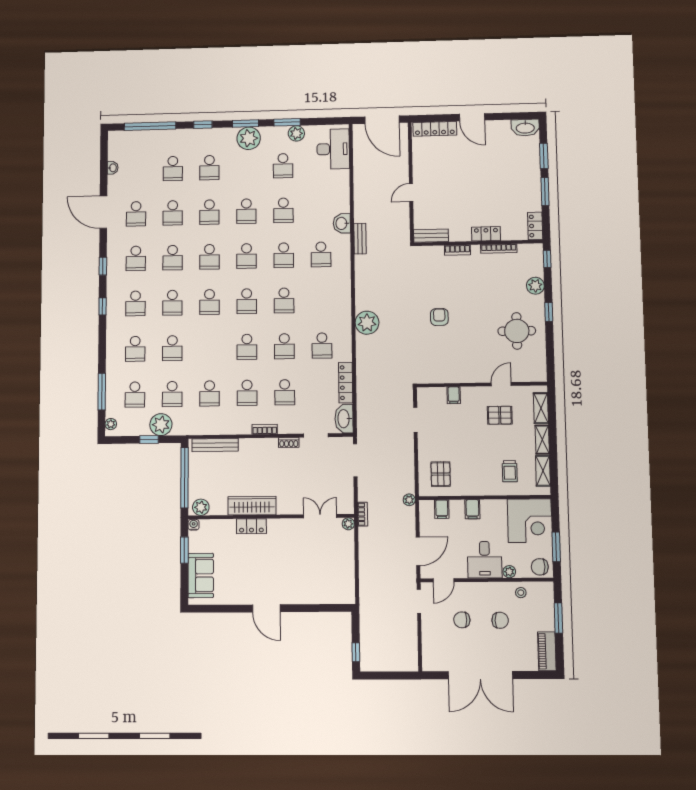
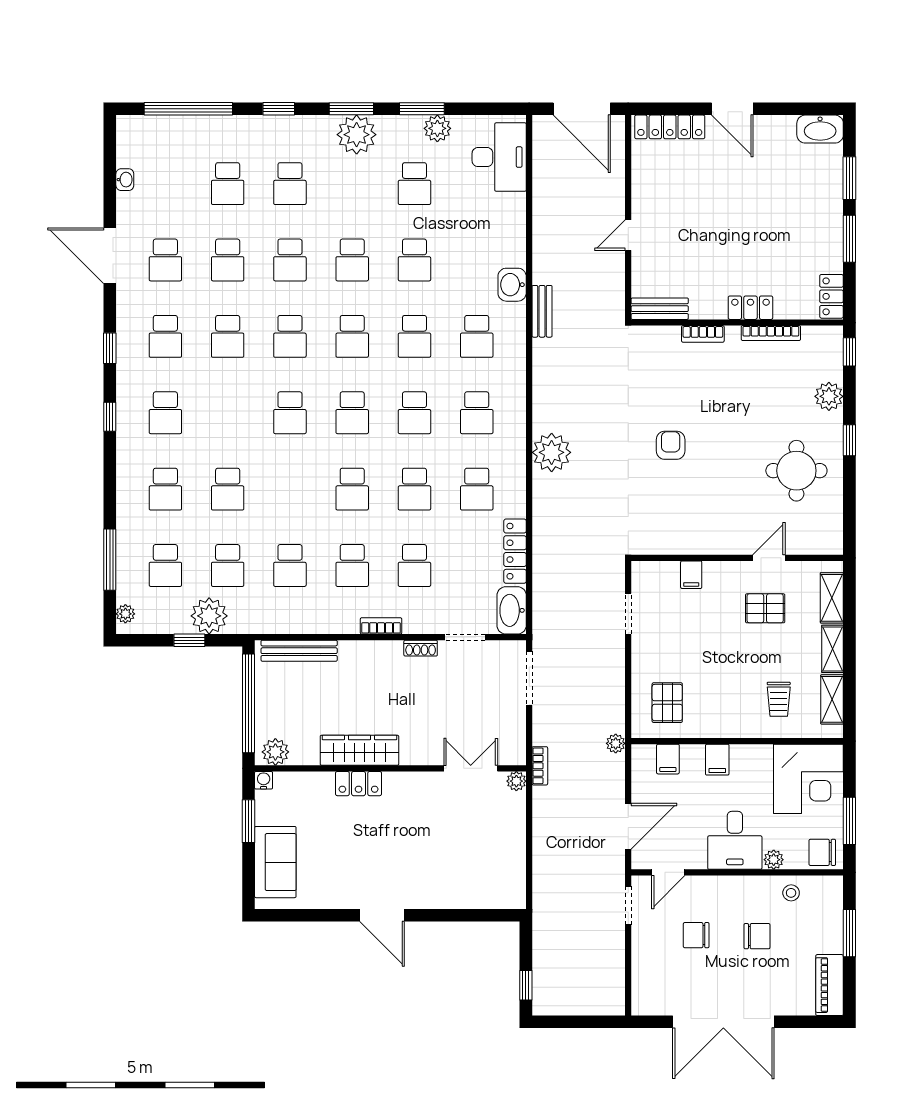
school desk: (172, 303) -> (477, 413), moved

